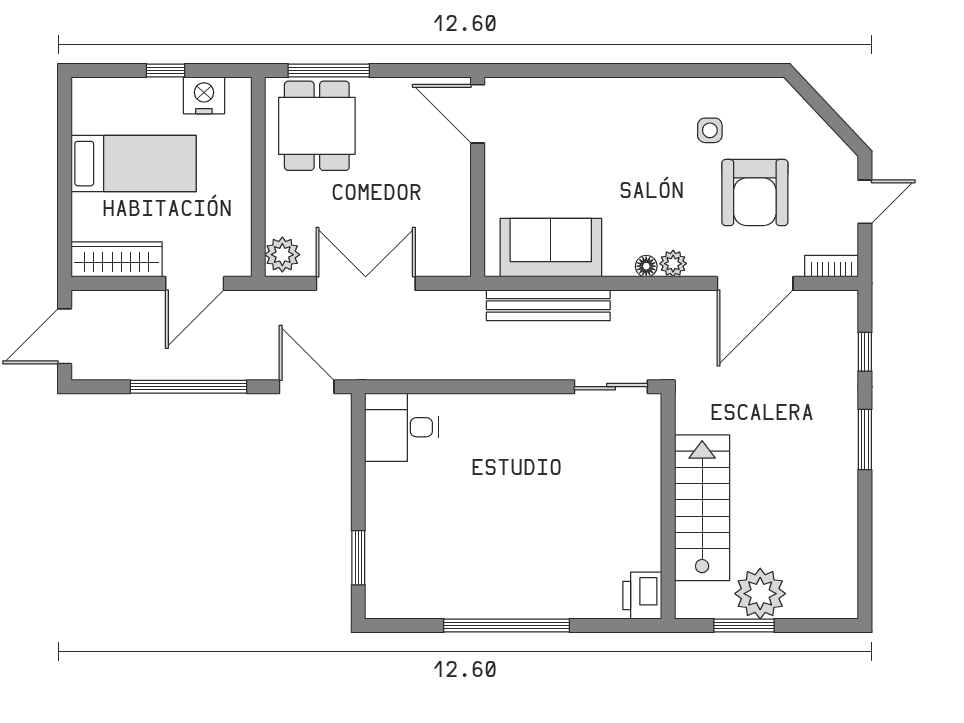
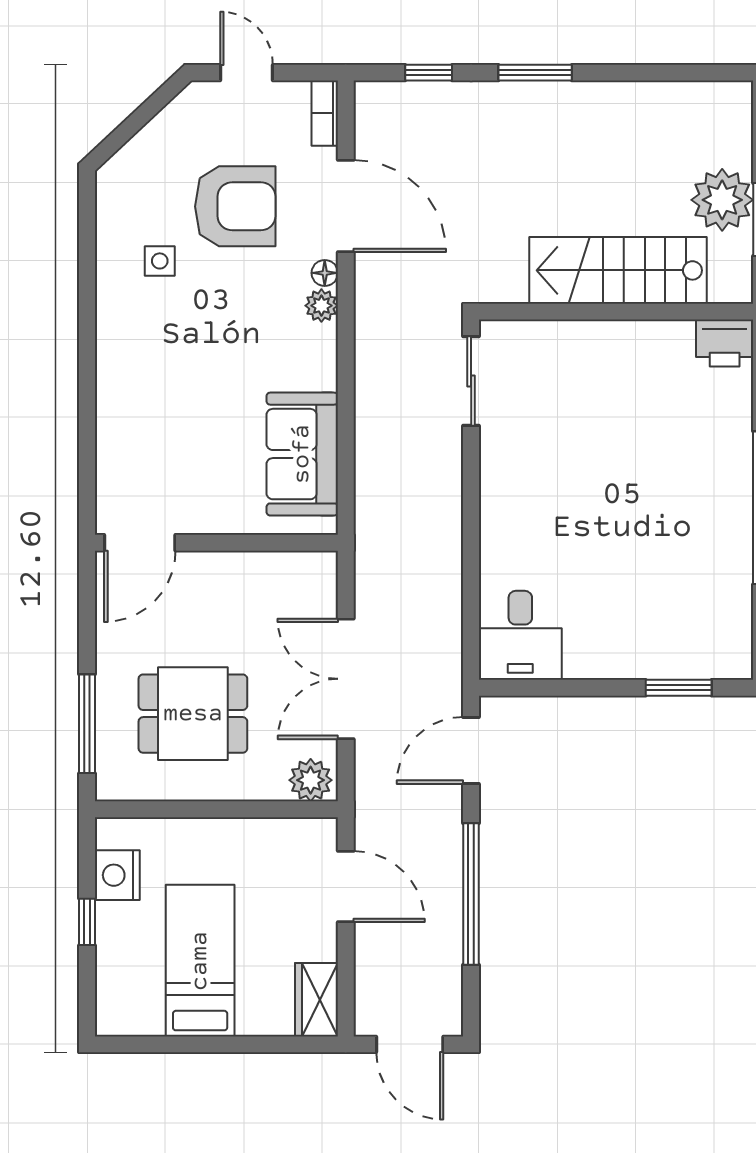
dining table: (317, 126) -> (193, 714), moved
wardrobe: (117, 259) -> (316, 1000), width x0.67
floor lamp: (646, 266) -> (325, 273), moved
bench: (548, 305) -> (372, 457), removed

